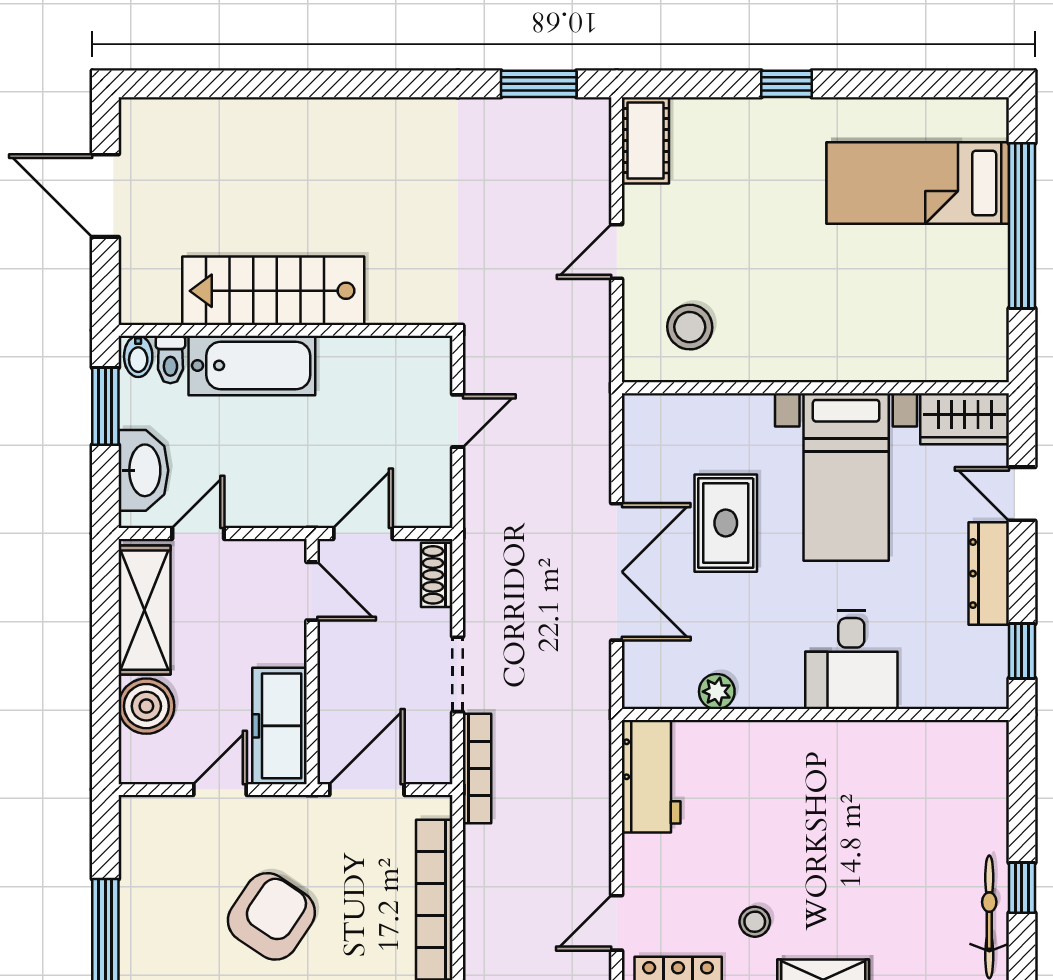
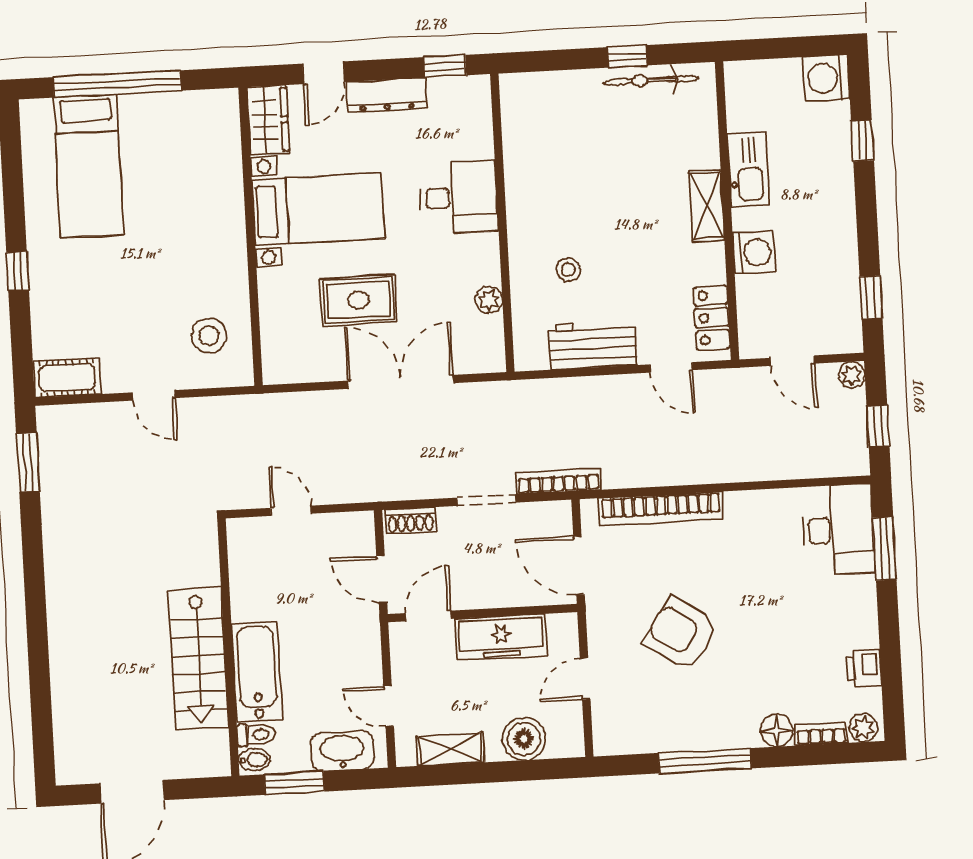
shelving: (144, 610) -> (450, 749), width x0.67, depth x0.75
freezer: (280, 726) -> (501, 637), moved
workbench: (651, 776) -> (593, 345), moved
door: (220, 790) -> (585, 679), hinge flipped
stool: (755, 922) -> (568, 270), moved

